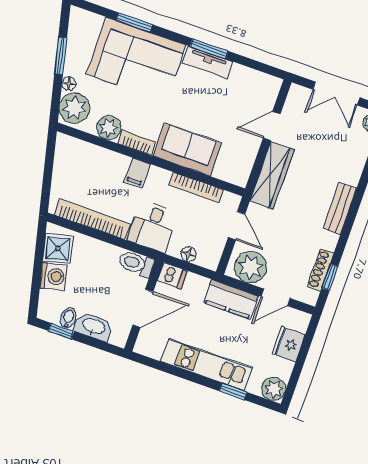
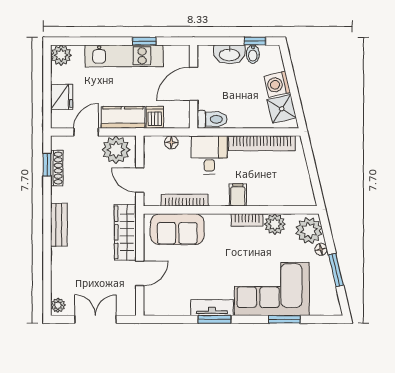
sofa: (187, 150) -> (177, 229), moved
dishwasher: (172, 276) -> (155, 117), moved, turned 90
window: (233, 392) -> (144, 41), moved

